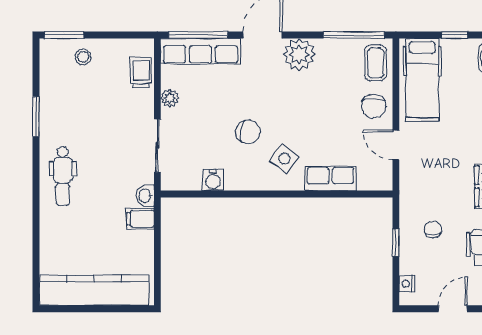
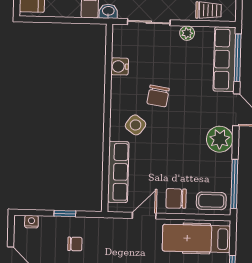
row of seats: (331, 178) -> (118, 172), width x1.48

